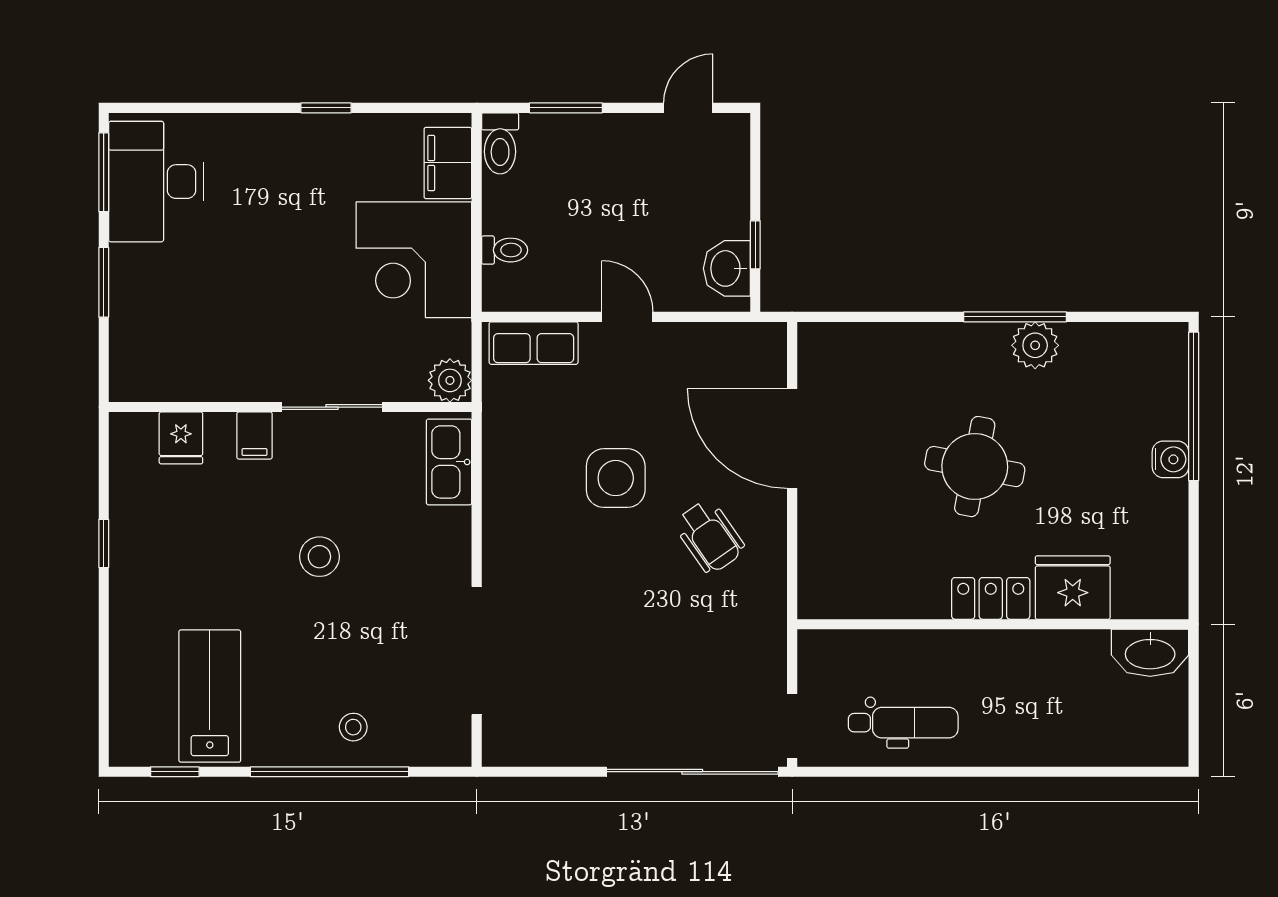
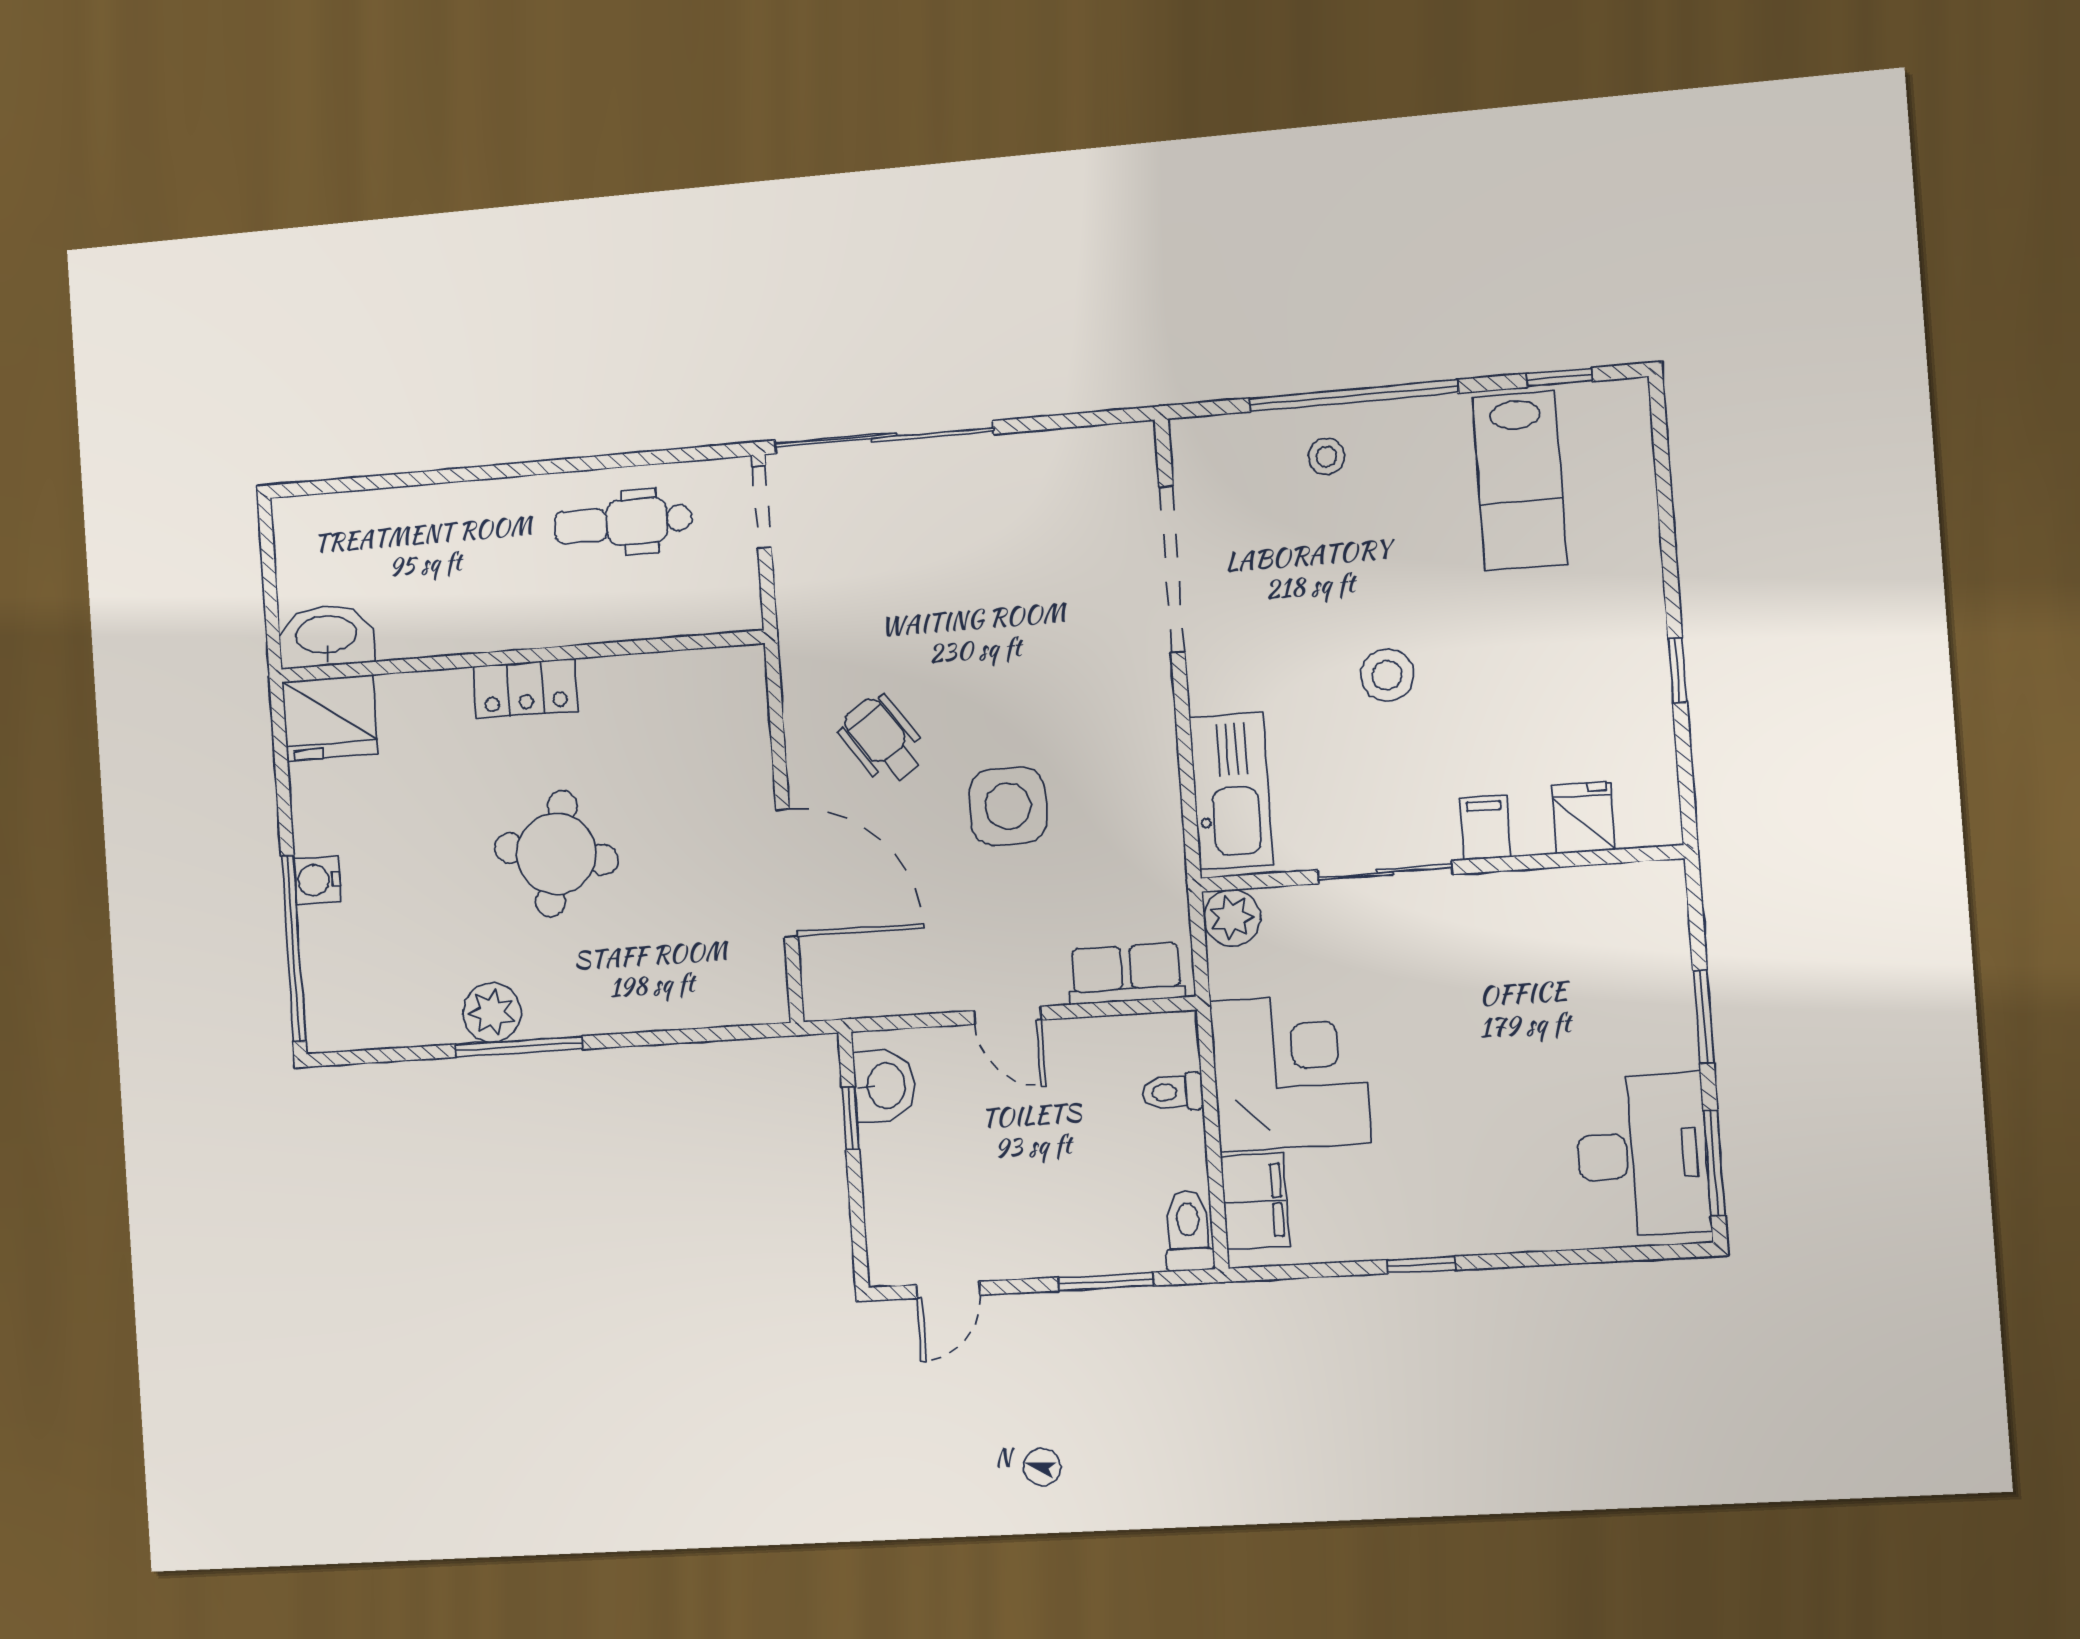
kitchen sink: (449, 462) -> (1231, 791), width x1.36, depth x1.24
fridge: (1073, 588) -> (330, 718), moved

